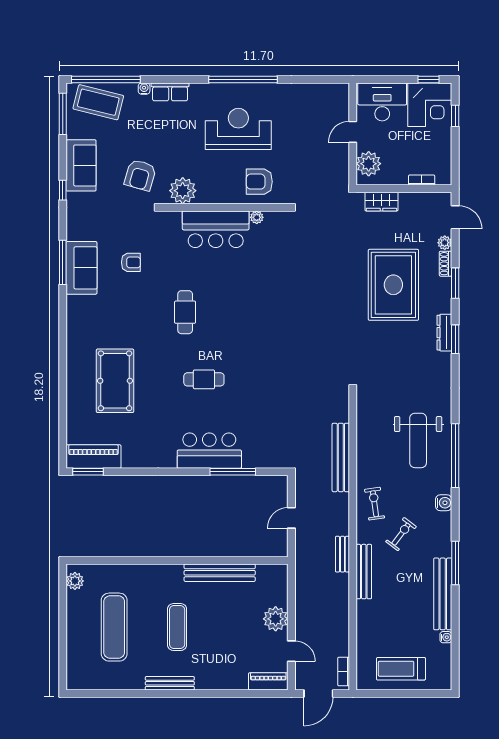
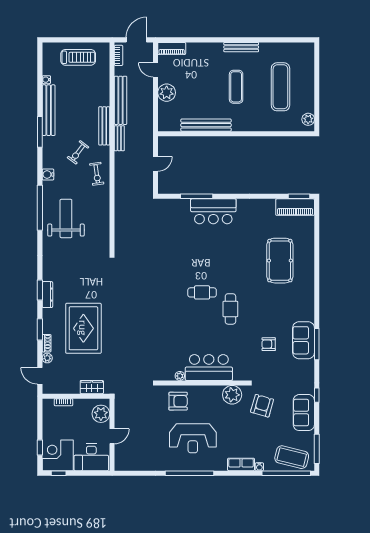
cafe table: (204, 379) -> (202, 292), moved
bench: (341, 457) -> (121, 100), moved

